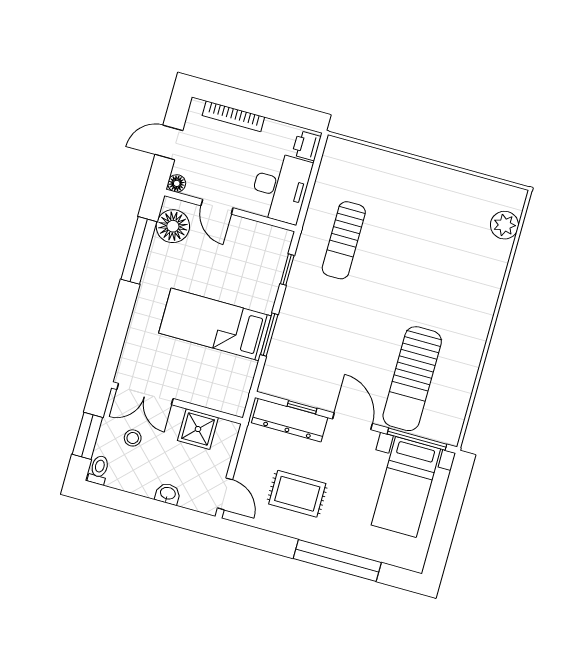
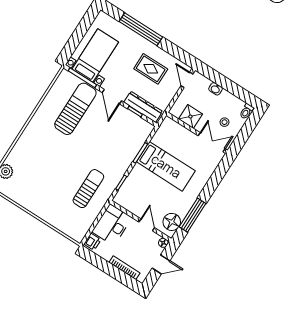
window: (87, 436) -> (247, 130), removed

